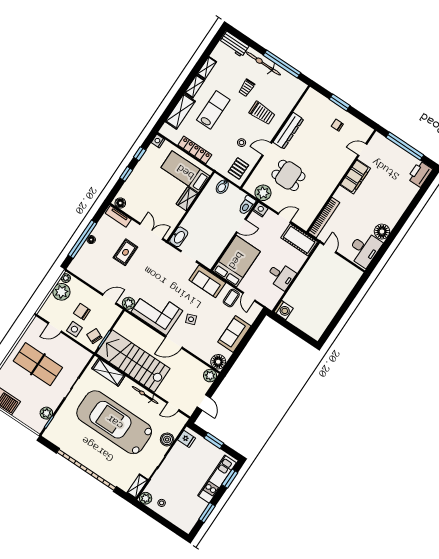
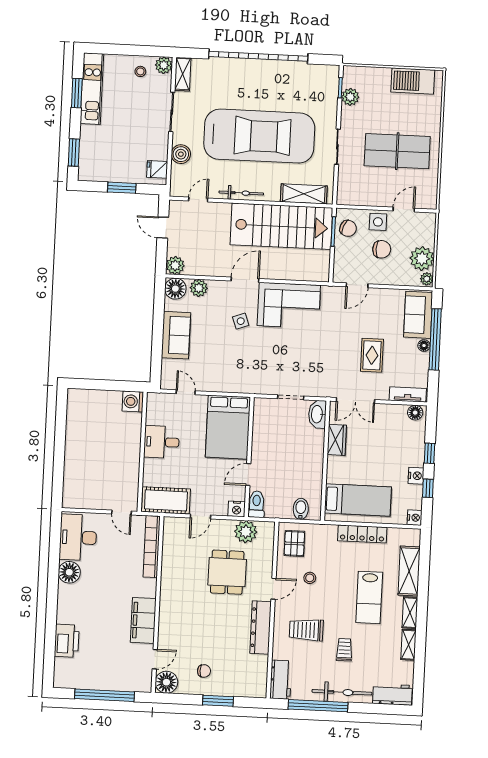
workbench: (295, 93) -> (281, 680), added
floor lamp: (364, 132) -> (166, 682), added
nightstand: (142, 165) -> (416, 476), added
printer: (420, 174) -> (67, 641), moved
dining table: (288, 175) -> (227, 572), turned 90
wardrobe: (187, 199) -> (337, 440), moved
sofa: (207, 281) -> (418, 315), moved, turned -90
coffee table: (231, 298) -> (207, 377), removed
plant: (129, 303) -> (199, 288), moved
kitchen unit: (217, 479) -> (92, 89), moved

